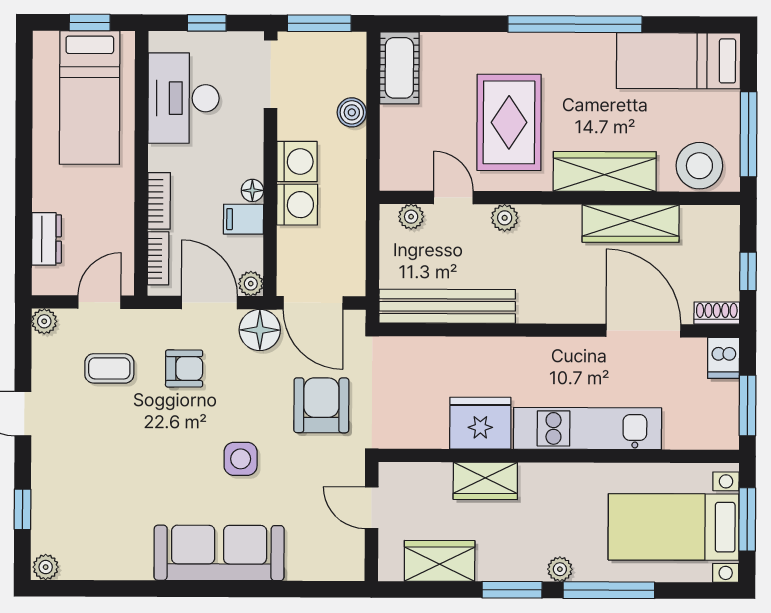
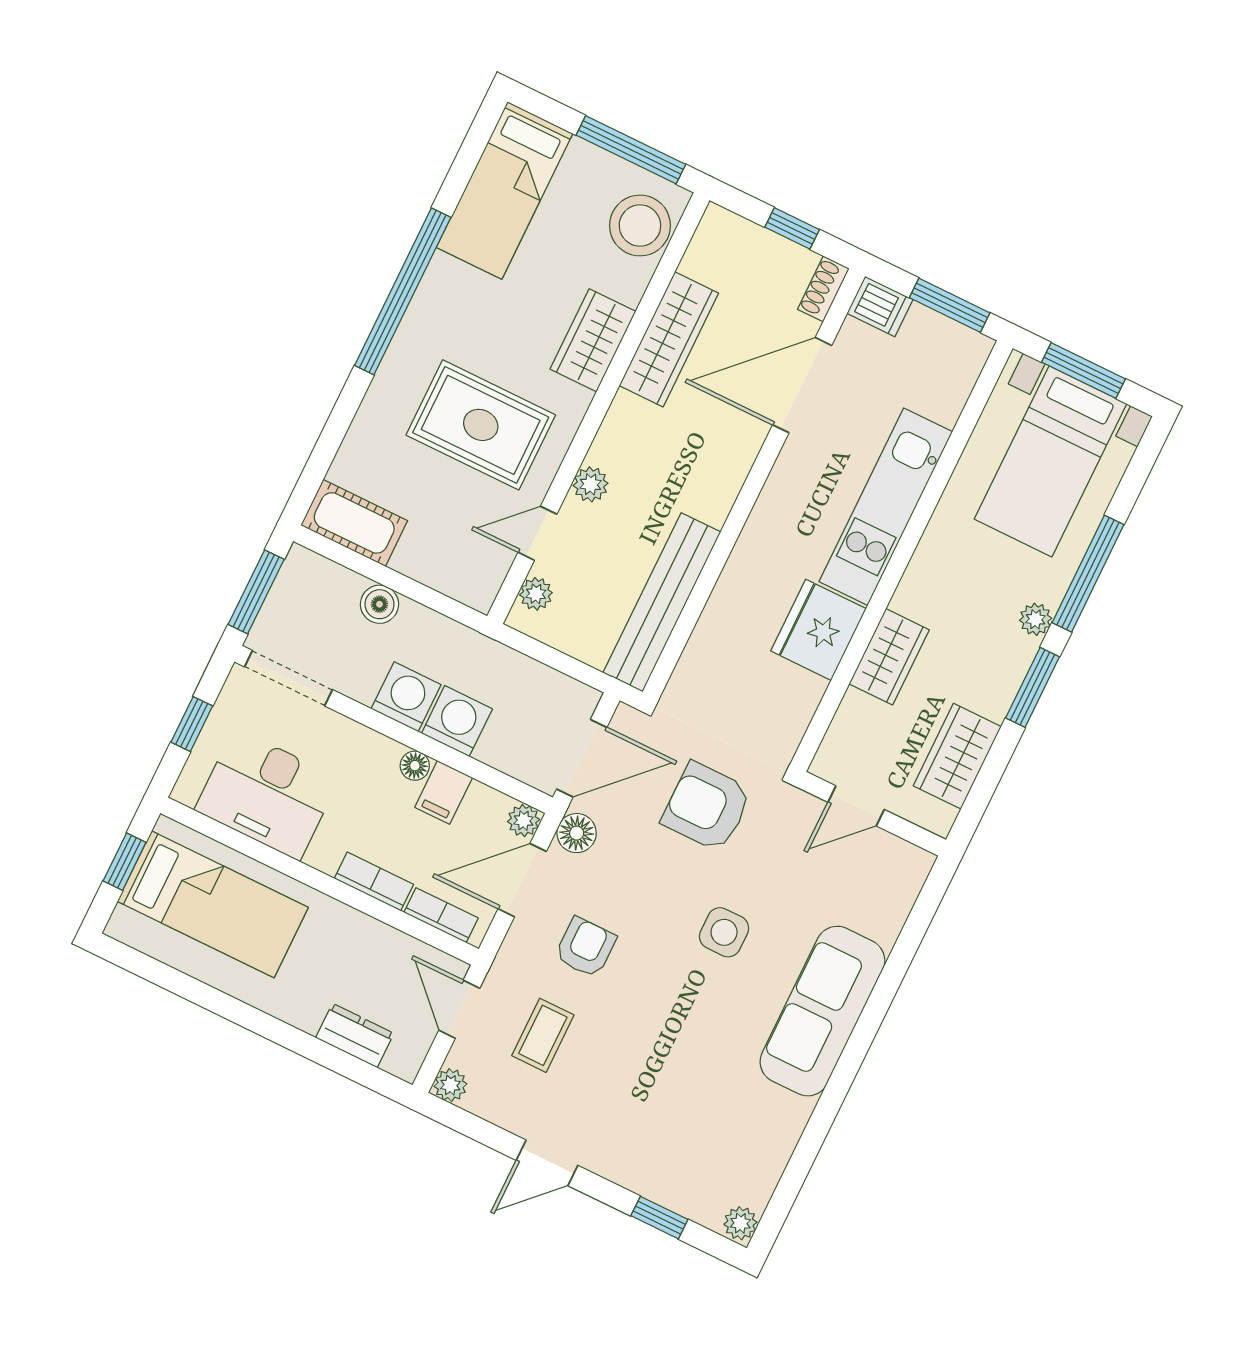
wardrobe: (605, 171) -> (593, 340), width x0.67
floor lamp: (260, 330) -> (577, 833), width x0.73, depth x0.73

